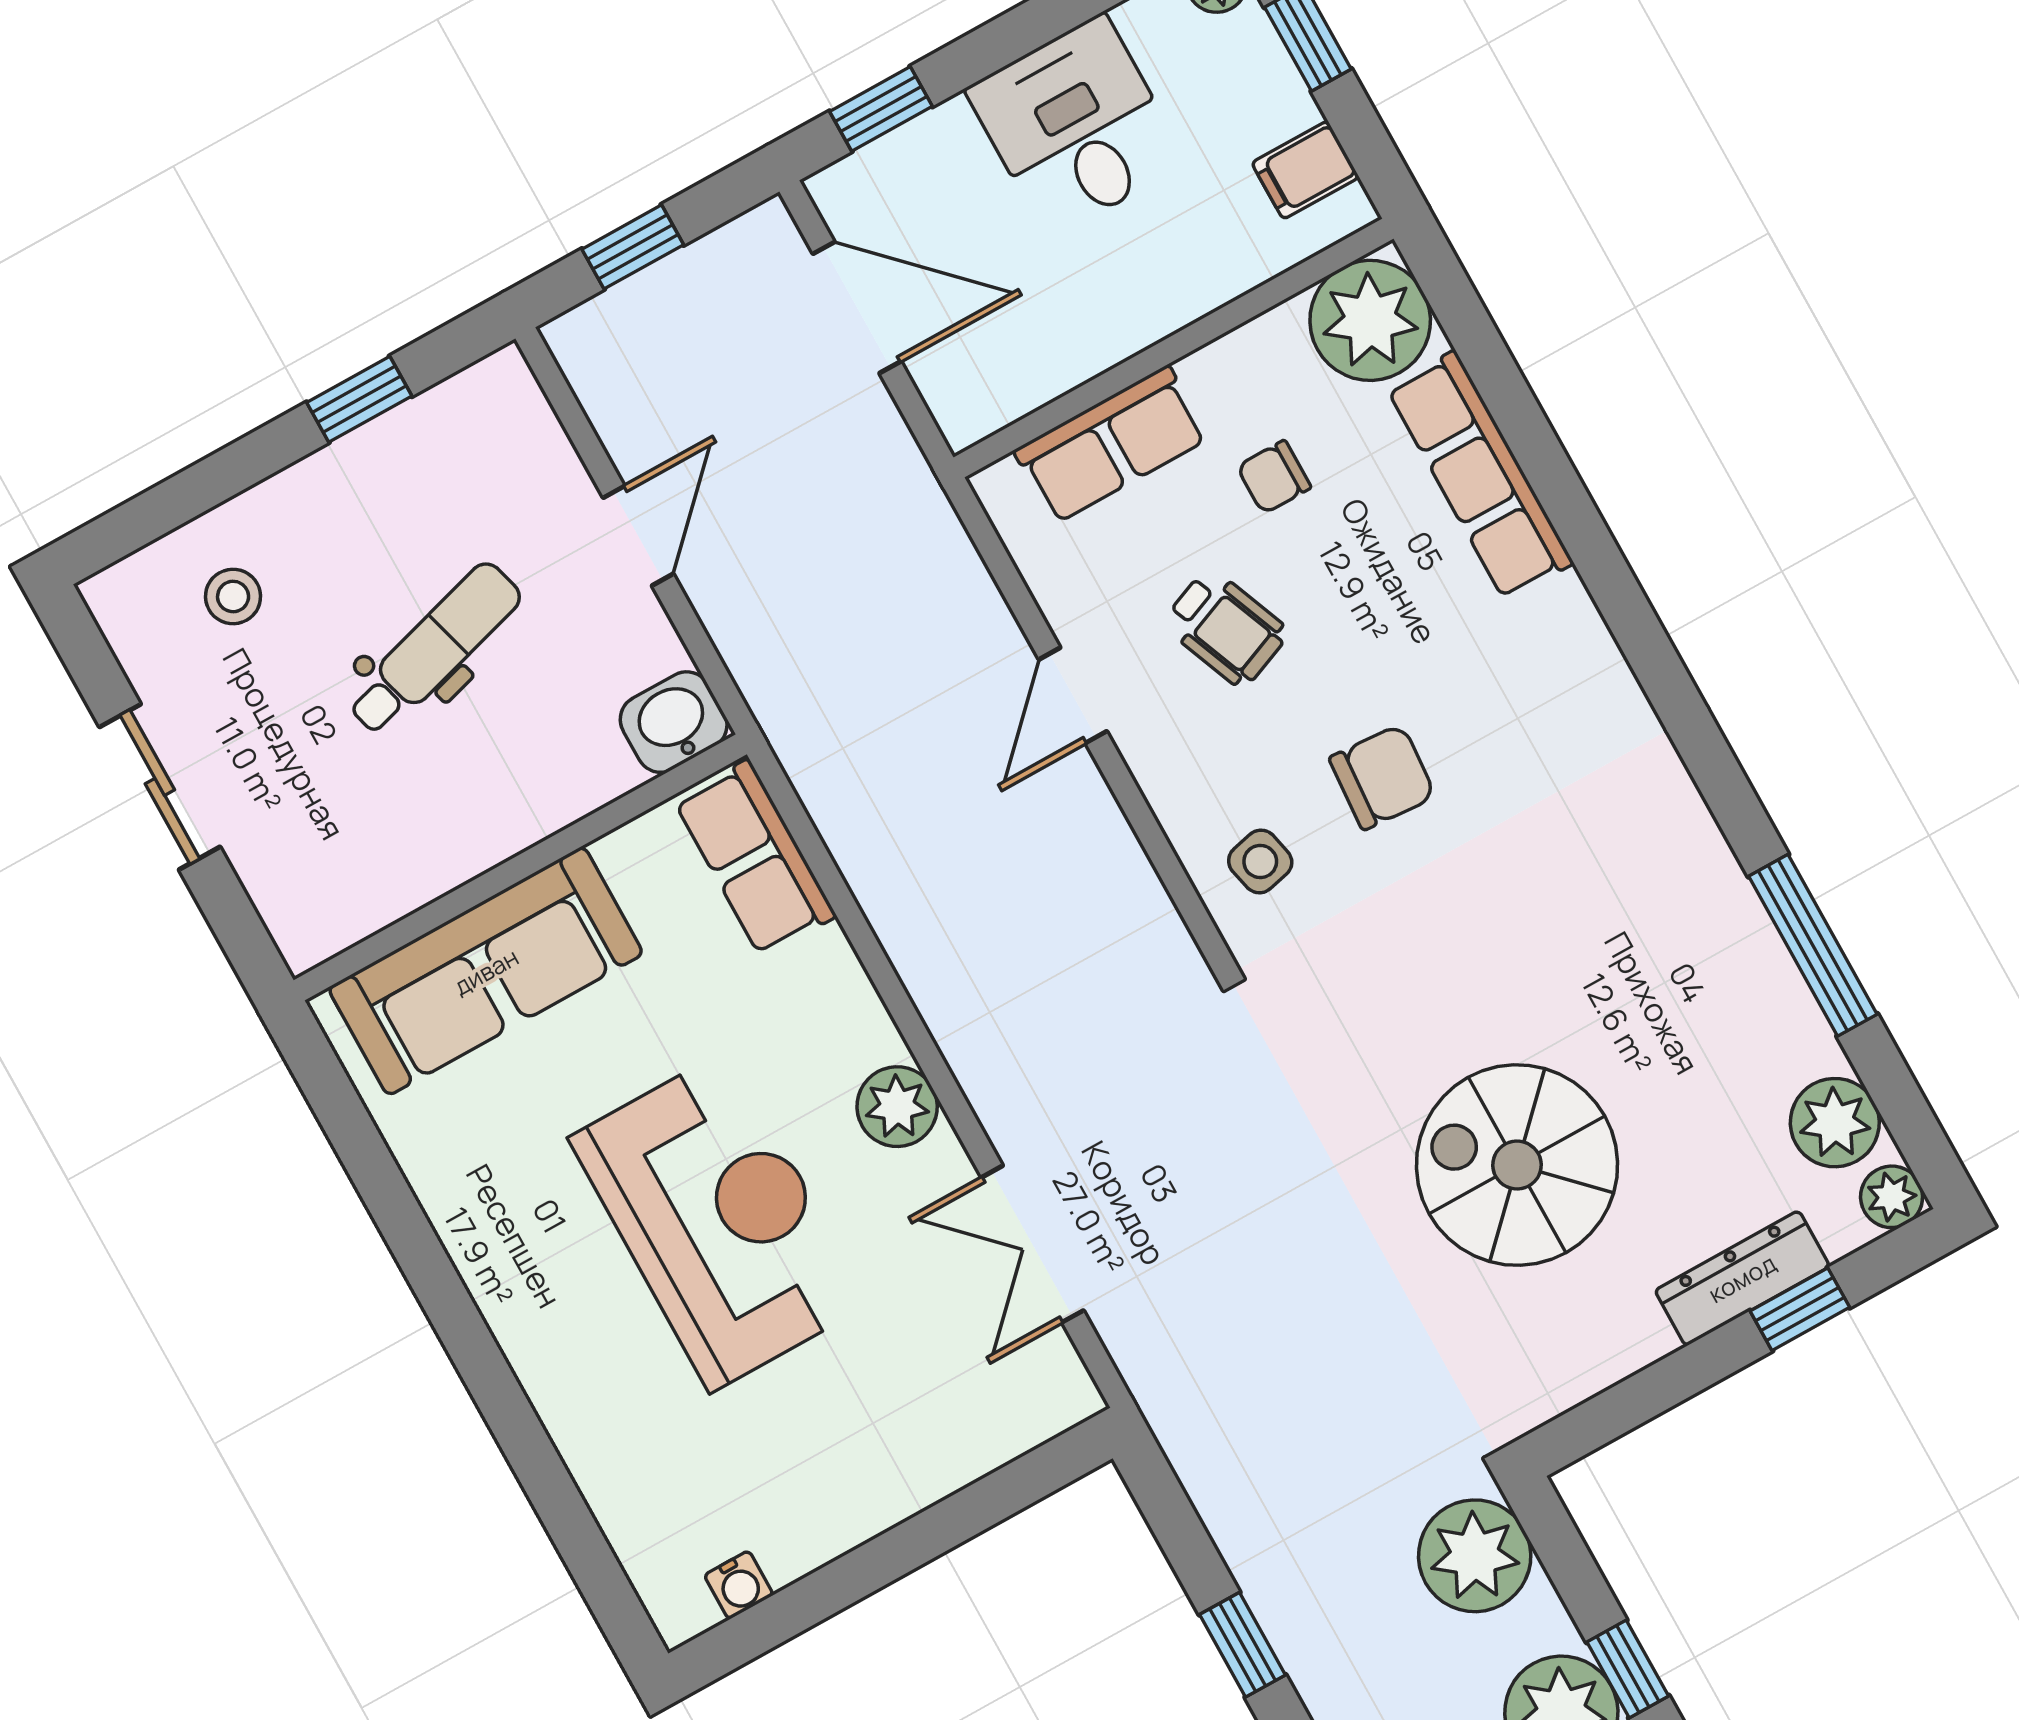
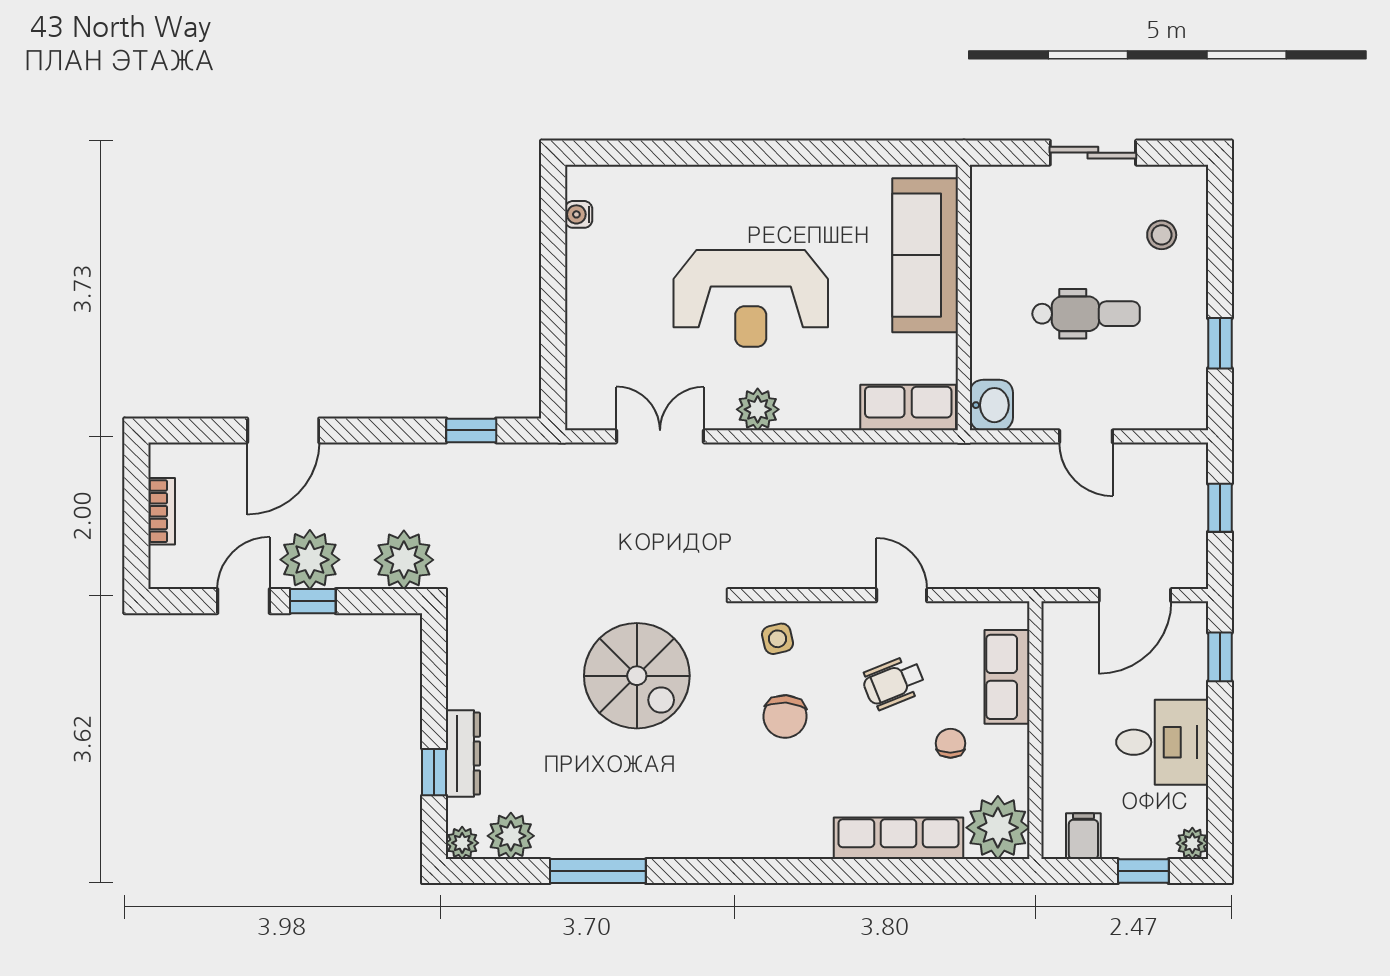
dental chair: (434, 649) -> (1086, 314), turned -74
spiral stairs: (1517, 1165) -> (637, 676), moved, turned 90
window: (1243, 1645) -> (471, 430), moved

